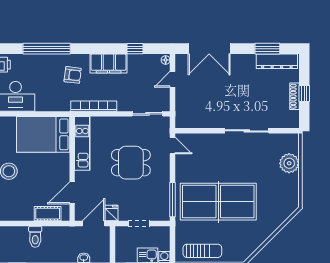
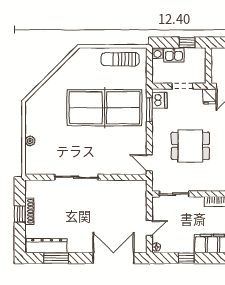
plant: (289, 163) -> (30, 141), width x0.53, depth x0.53
window: (173, 200) -> (149, 110), width x0.69
dishwasher: (162, 209) -> (159, 100), added

